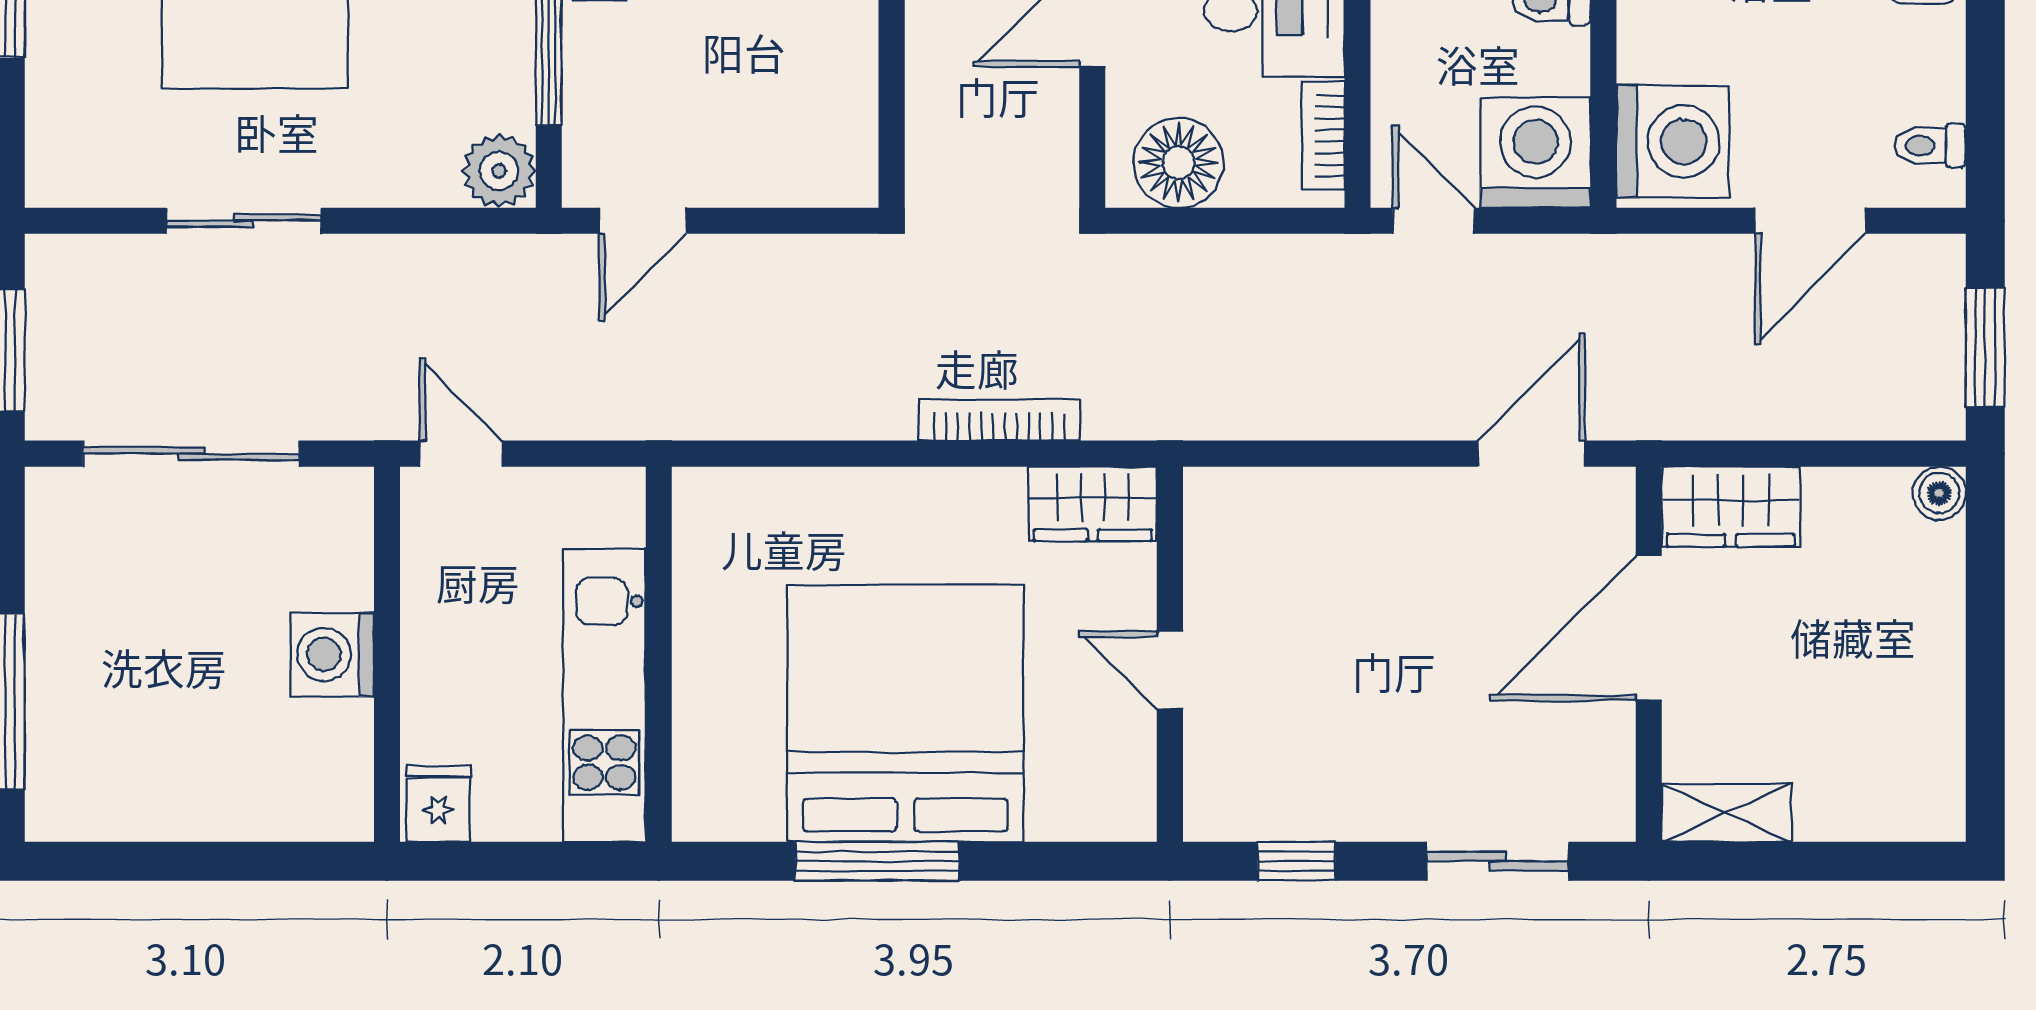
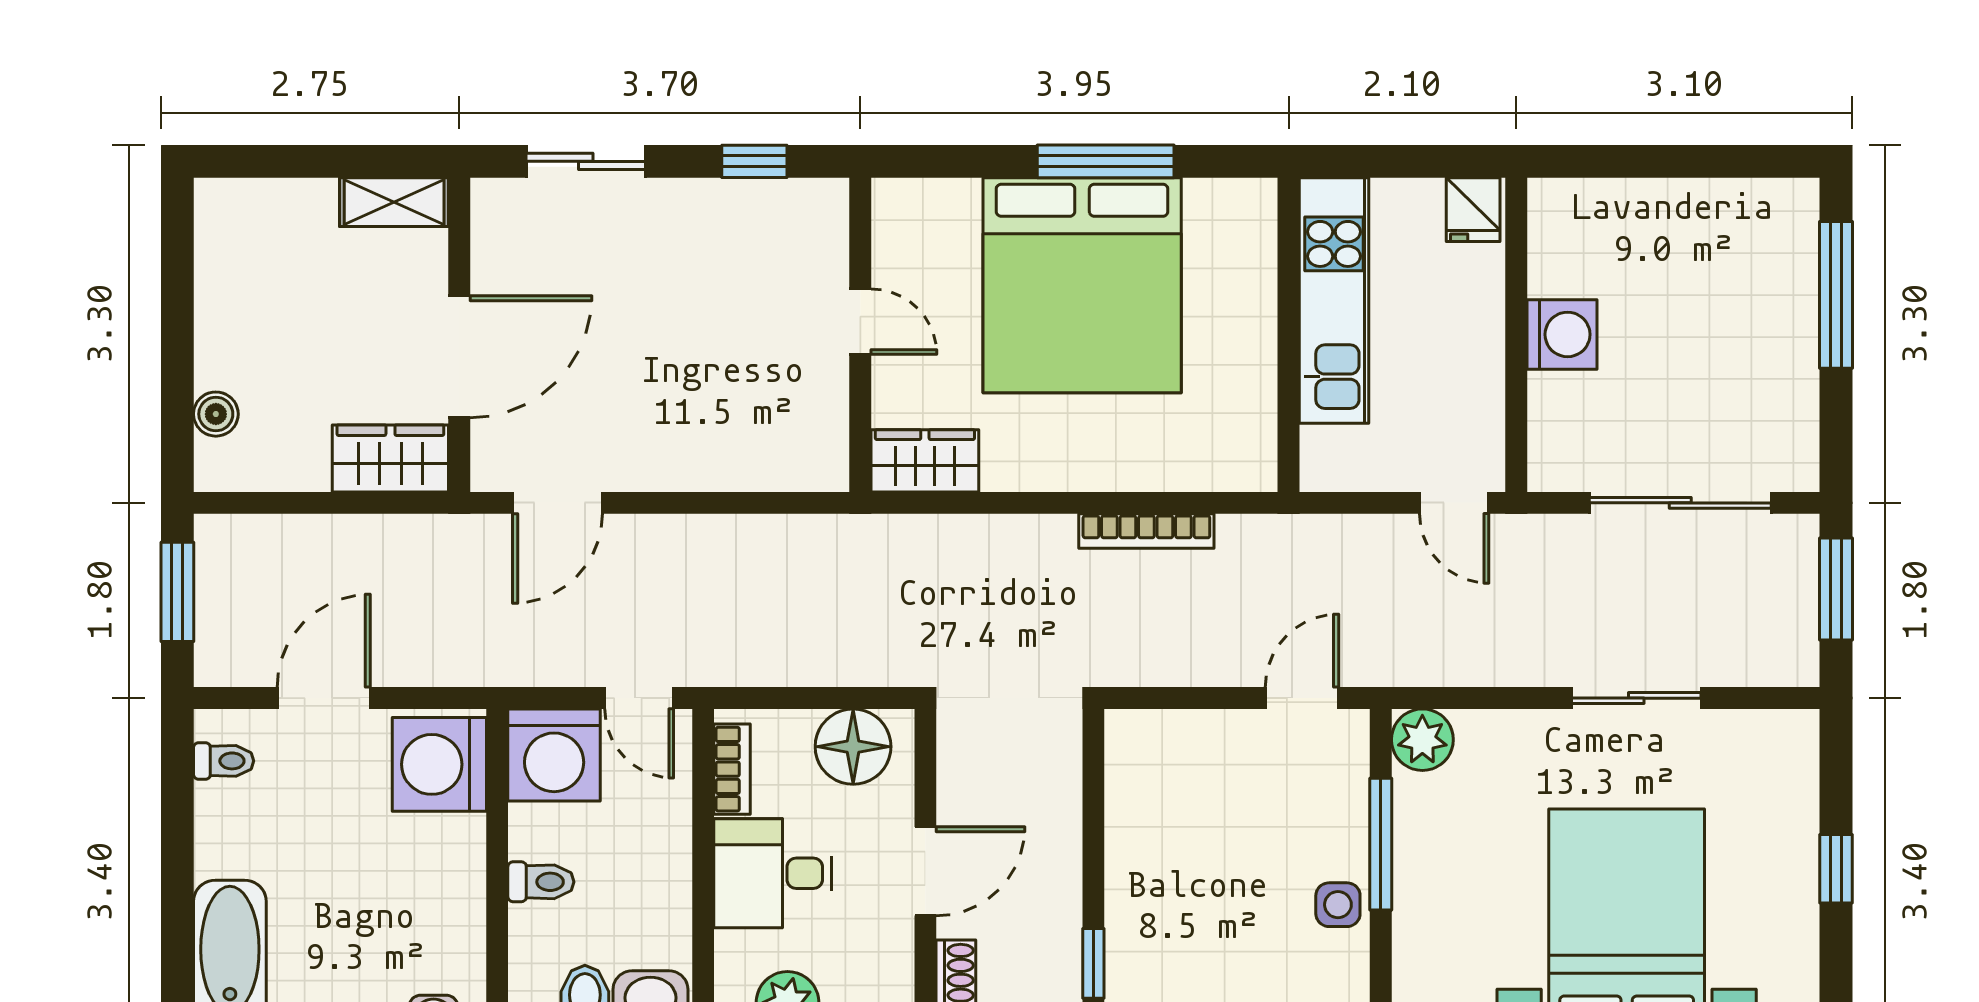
bookcase: (999, 420) -> (1146, 531), moved
boiler: (1939, 493) -> (216, 414), moved

